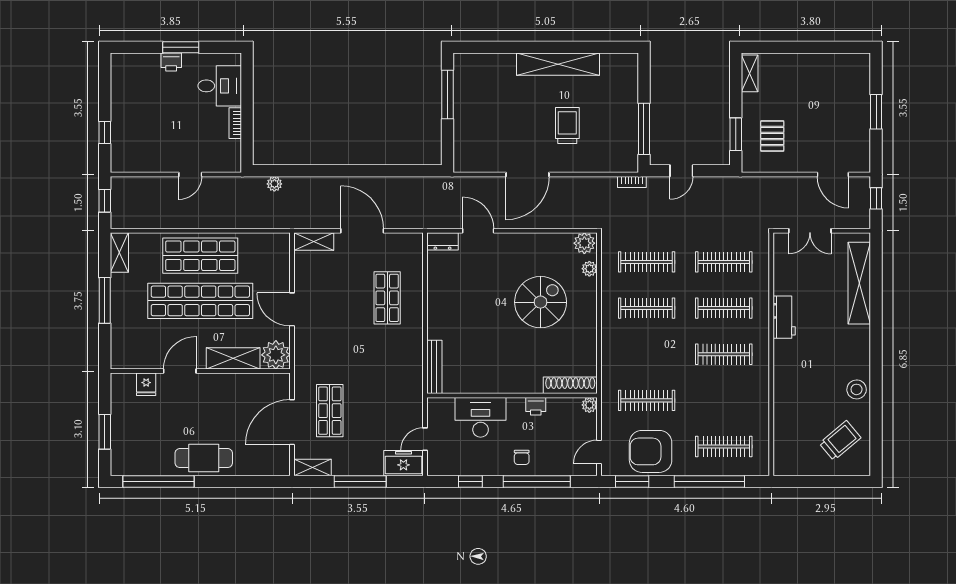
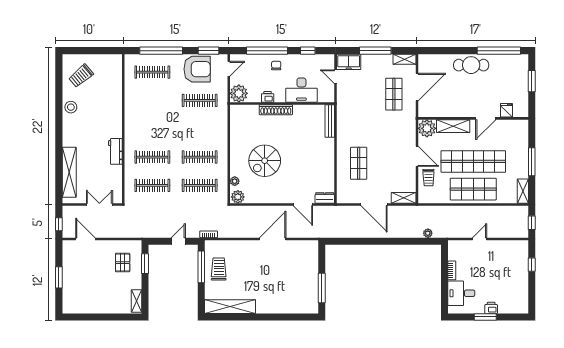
shelving: (558, 64) -> (230, 307), moved
trolley: (567, 125) -> (219, 269), moved, turned 180
trolley: (273, 275) -> (429, 178), added
clothes rail: (724, 354) -> (152, 129), removed
shoe rack: (570, 385) -> (276, 110), moved
plant: (589, 405) -> (239, 93), width x1.87, depth x1.87
door: (425, 439) -> (336, 77), swing flipped

